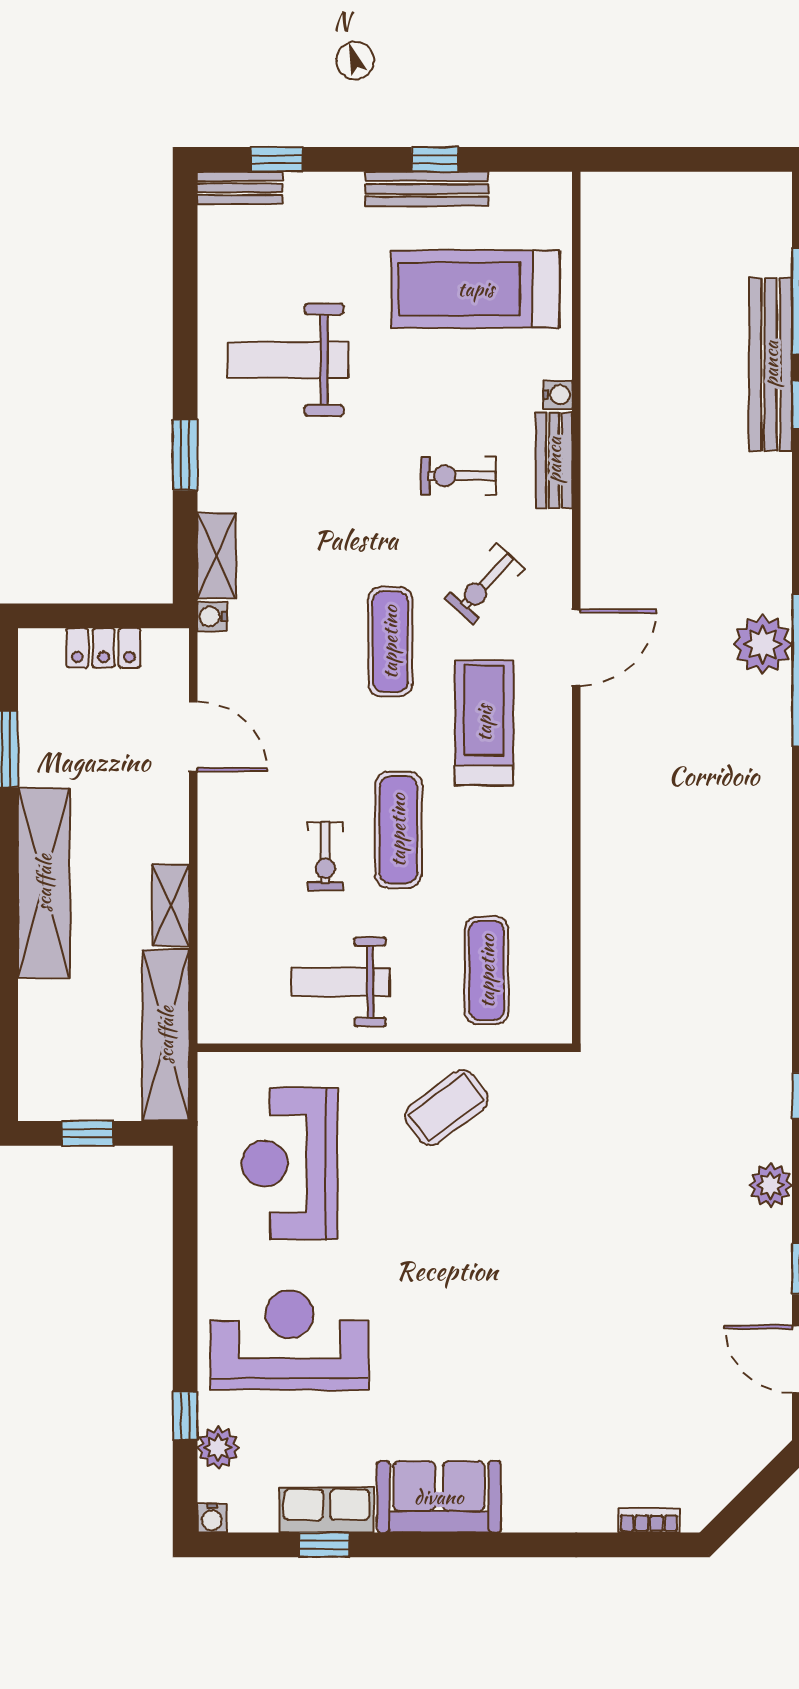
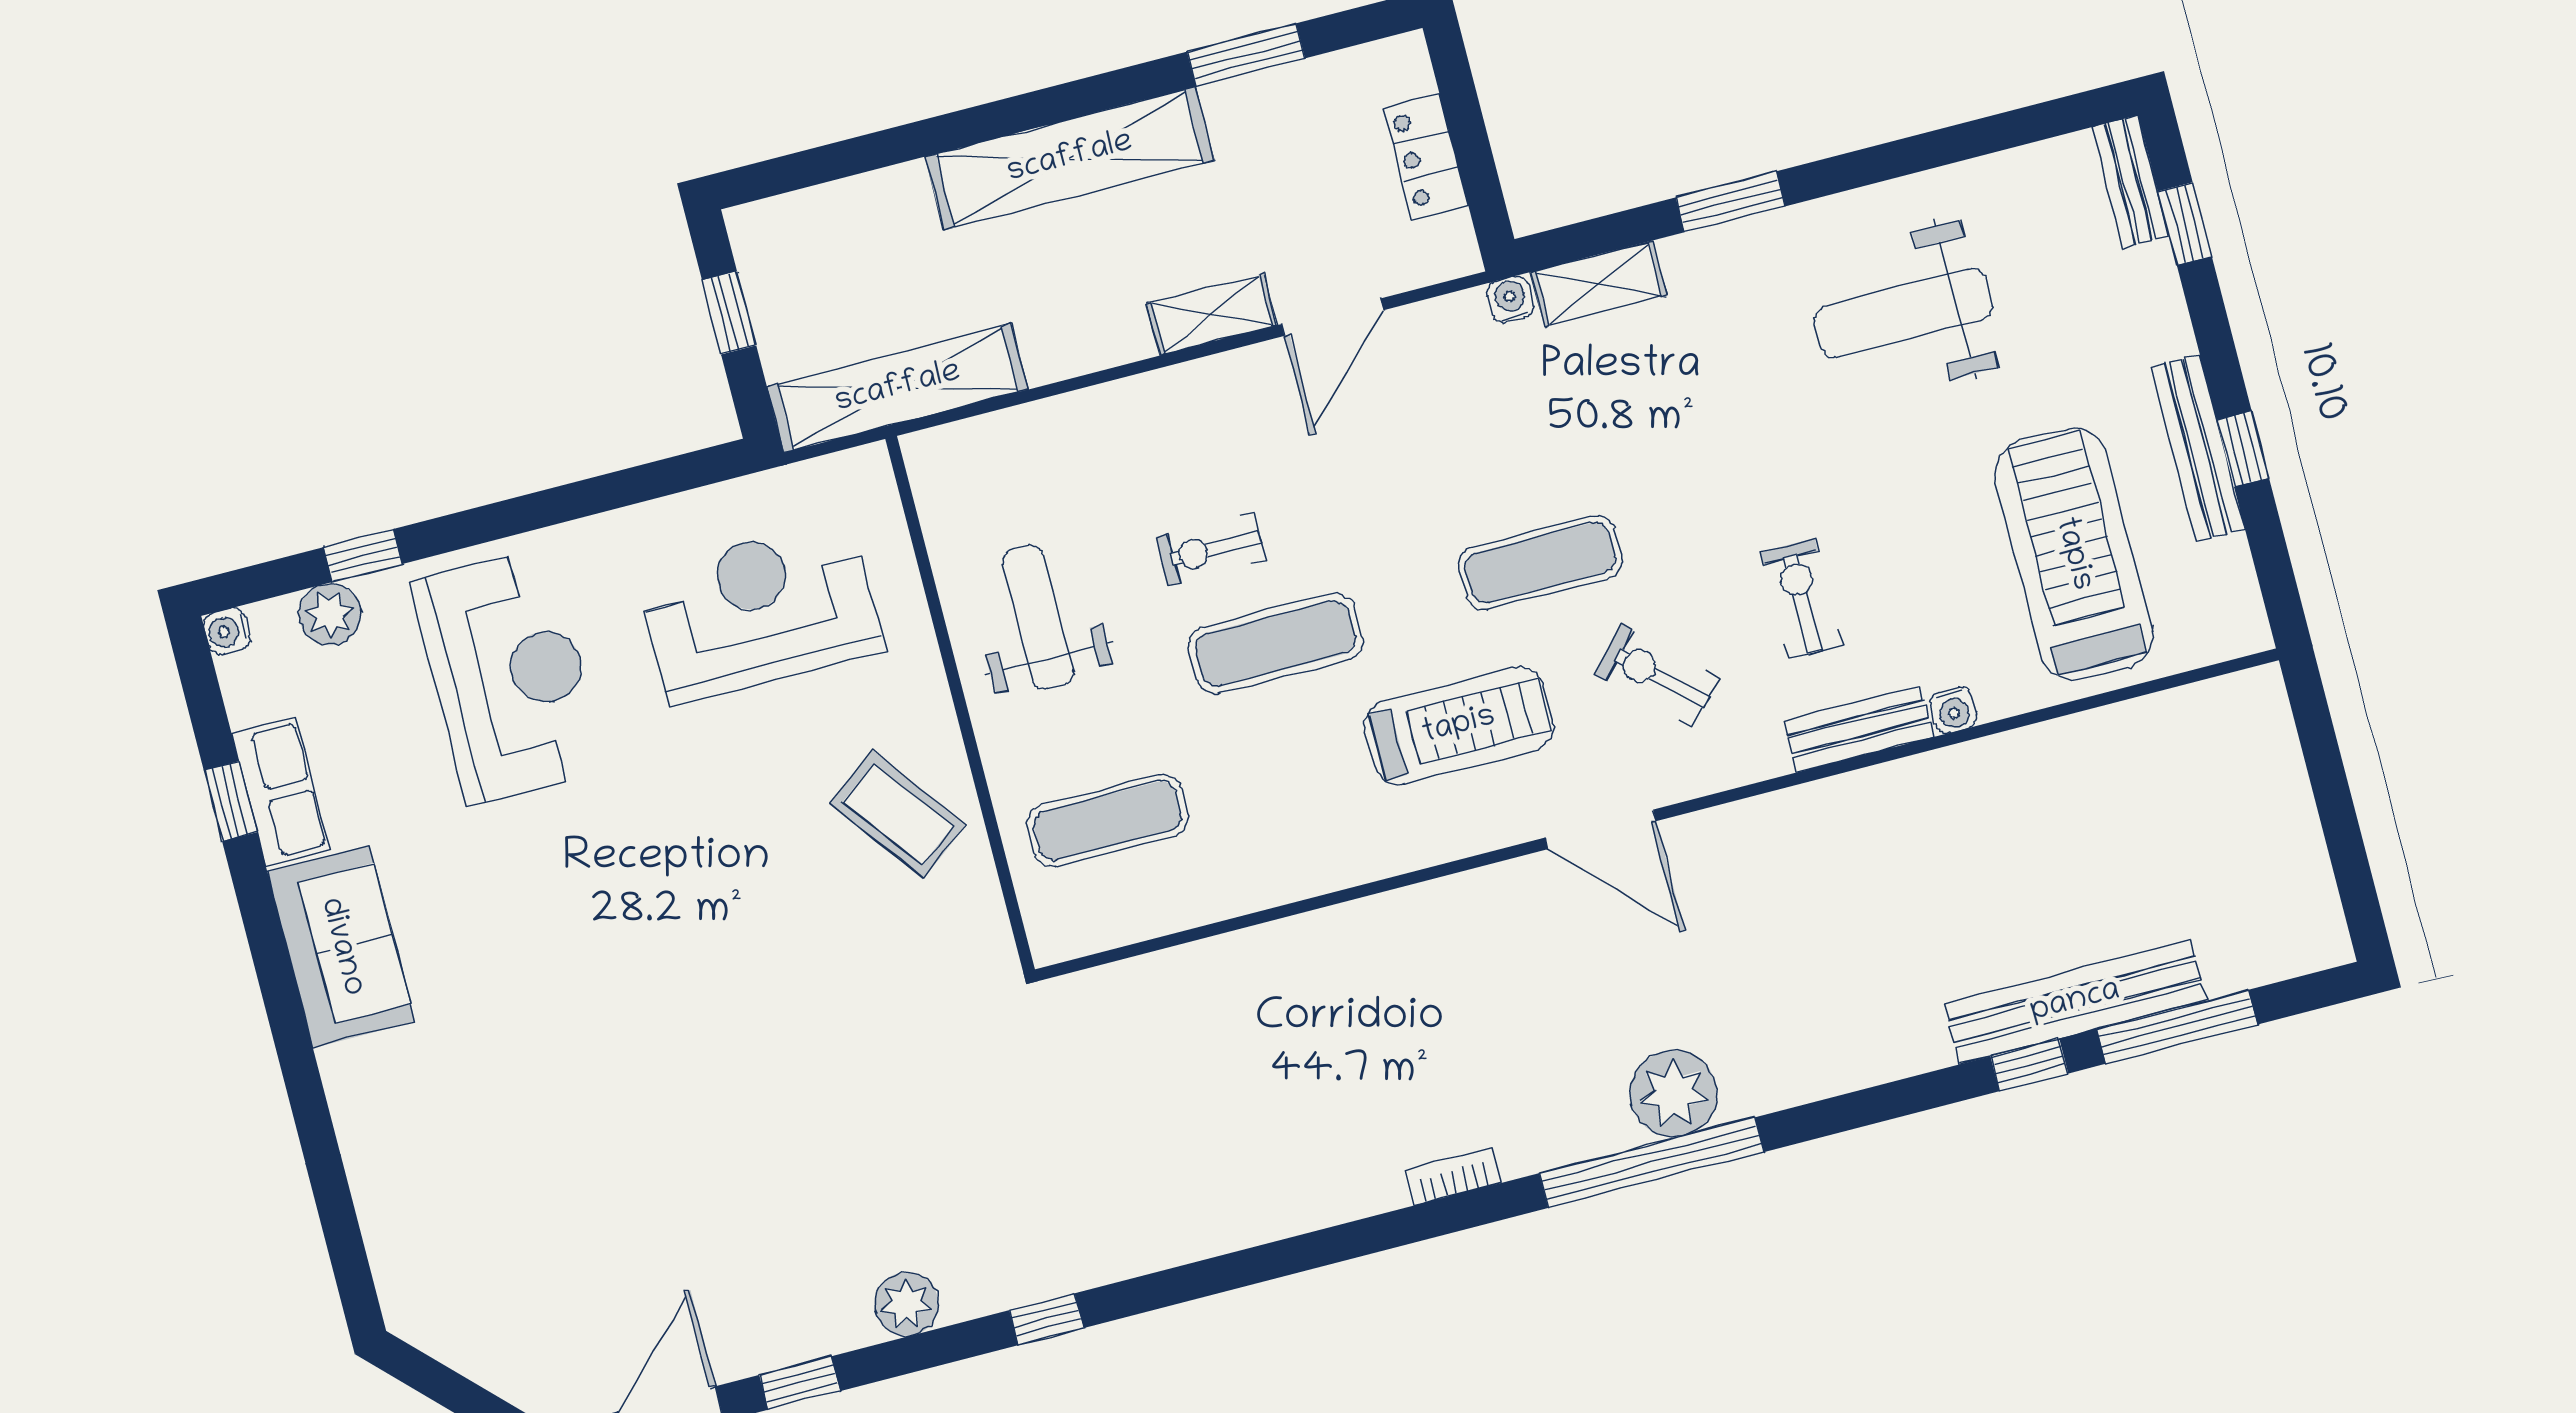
weight bench: (288, 360) -> (1904, 313), turned -90
shelving: (171, 905) -> (1212, 314), moved
bookcase: (649, 1520) -> (1453, 1177), moved, turned -90

